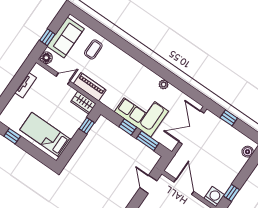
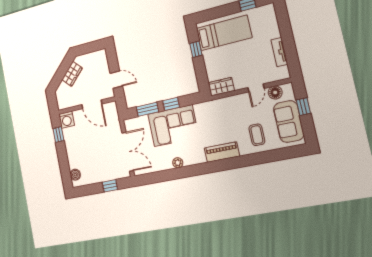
floor lamp: (46, 58) -> (275, 92), moved
piano: (90, 87) -> (222, 152), moved, turned 180
window: (87, 126) -> (196, 49), moved

